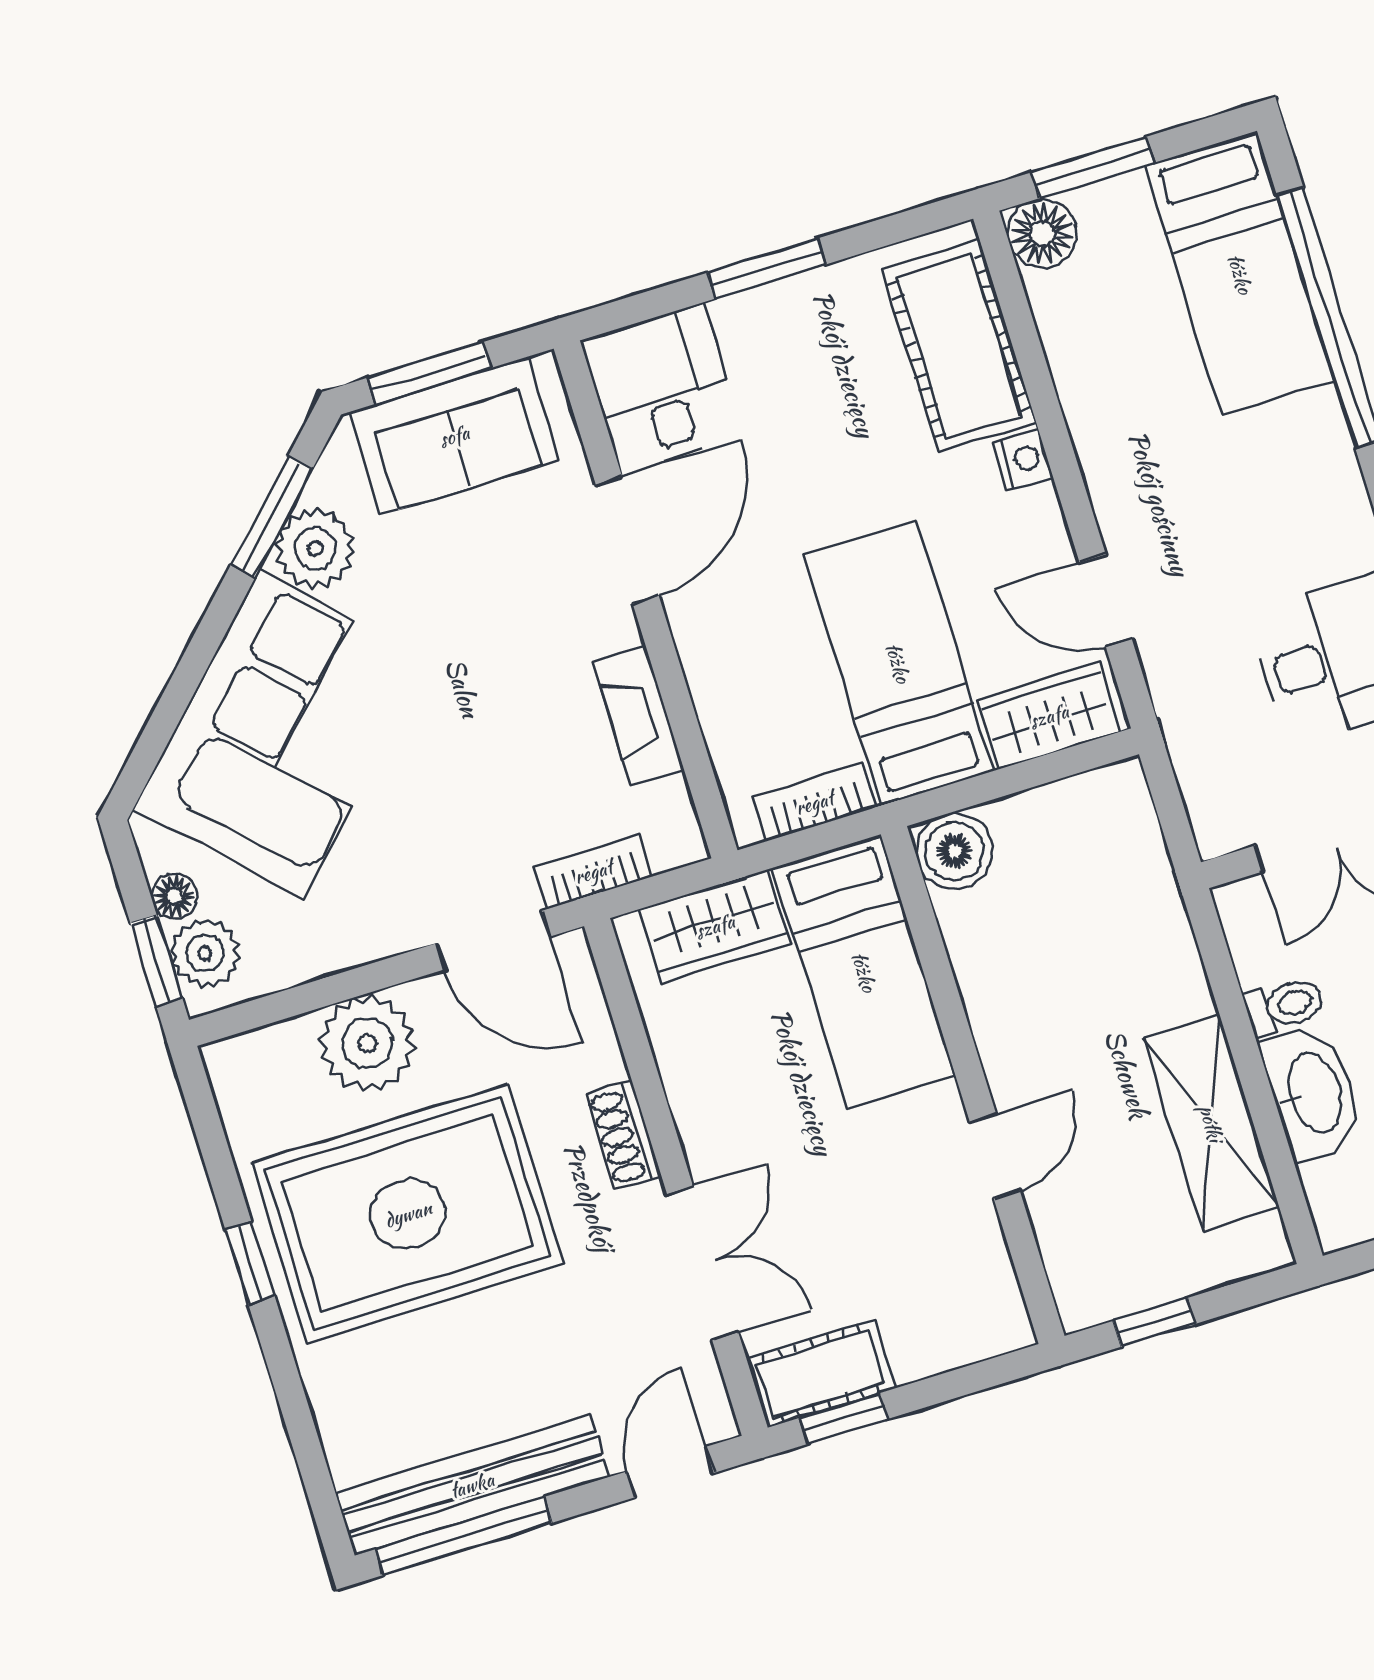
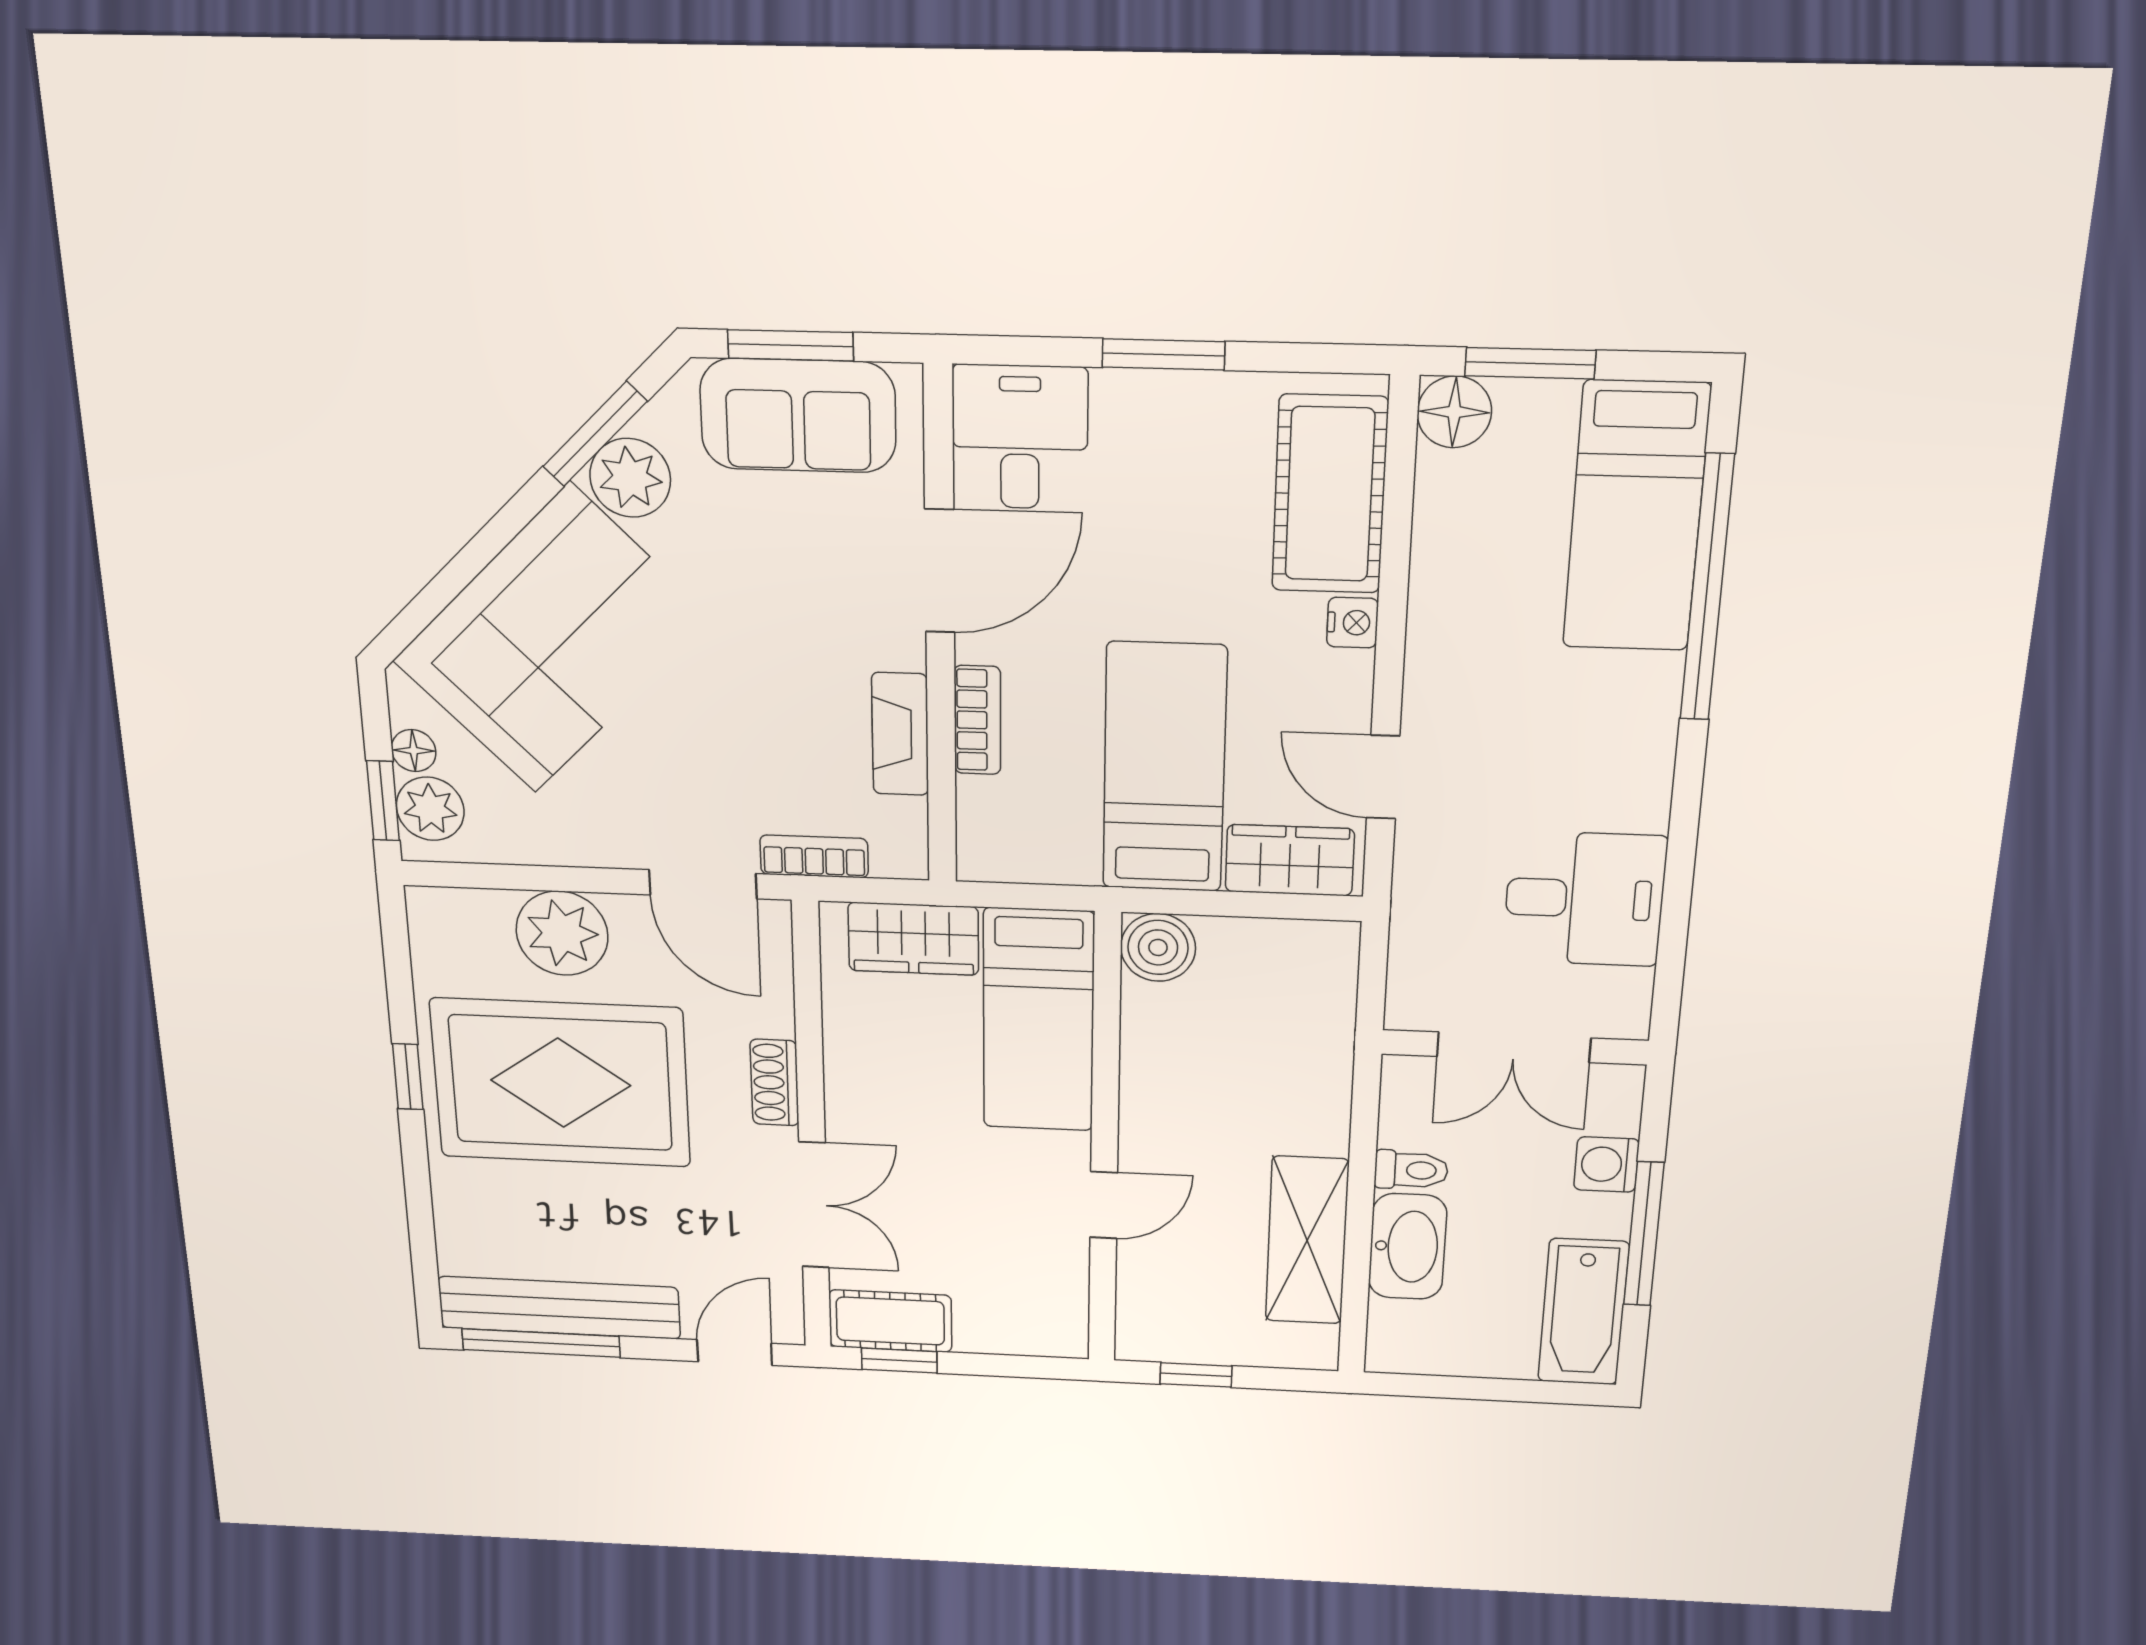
bookcase: (814, 803) -> (977, 720), moved, turned 90

